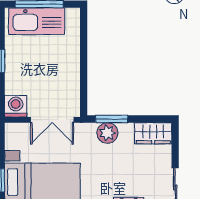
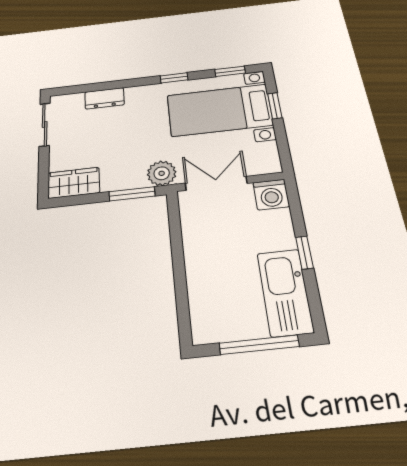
kitchen sink: (37, 21) -> (285, 292), moved, turned -90
plant: (107, 133) -> (162, 173), moved

